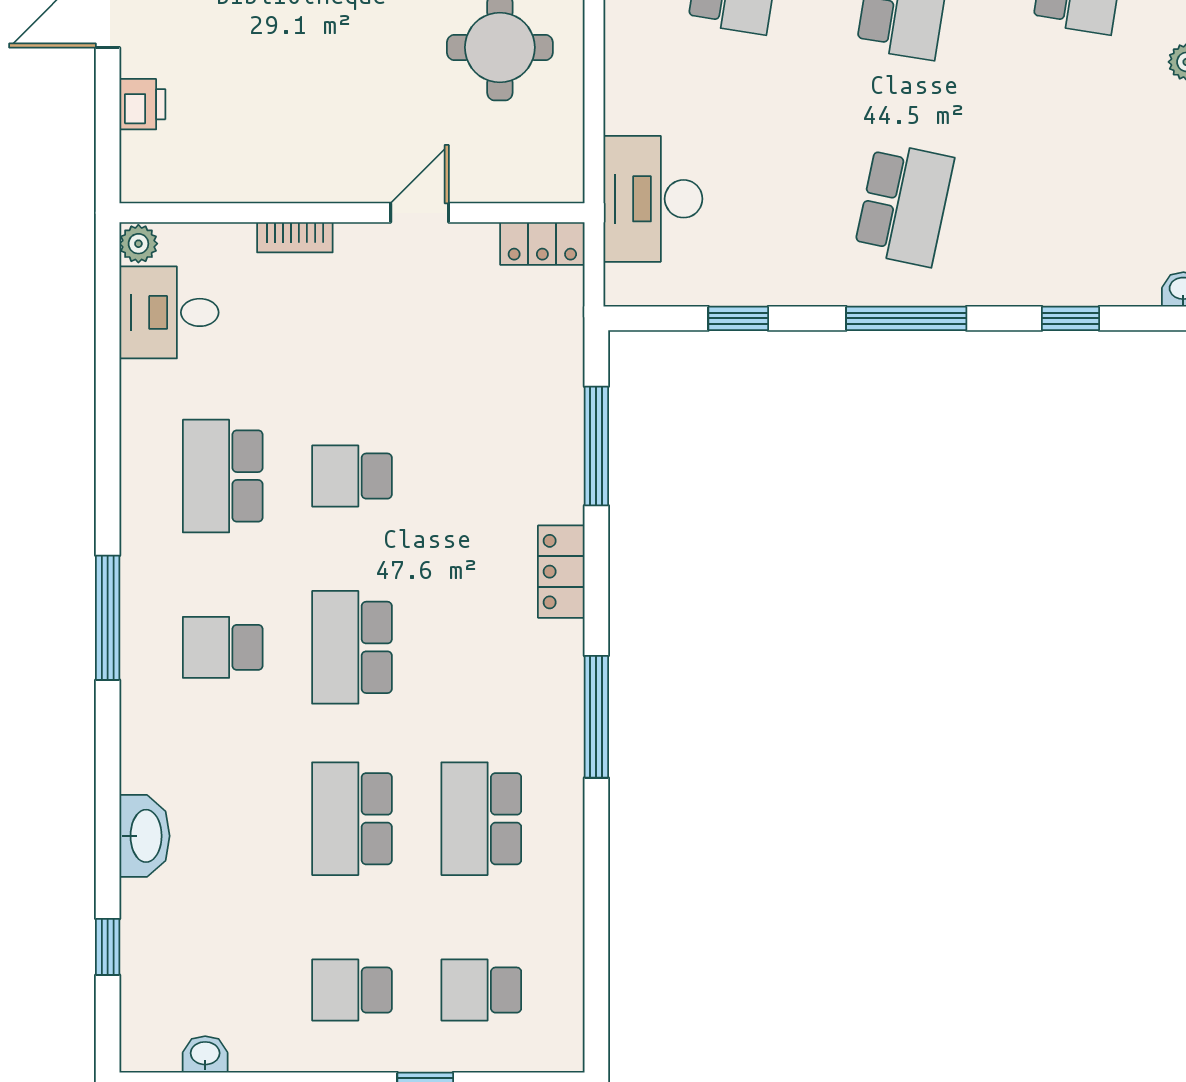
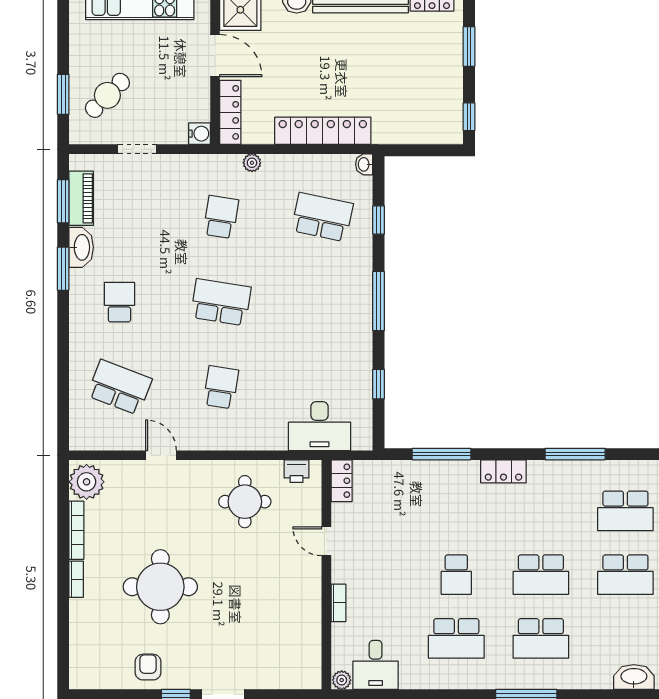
printer: (142, 104) -> (297, 471), moved, turned 180
school desk: (904, 204) -> (322, 217), moved
school desk: (223, 647) -> (541, 638), width x1.85

